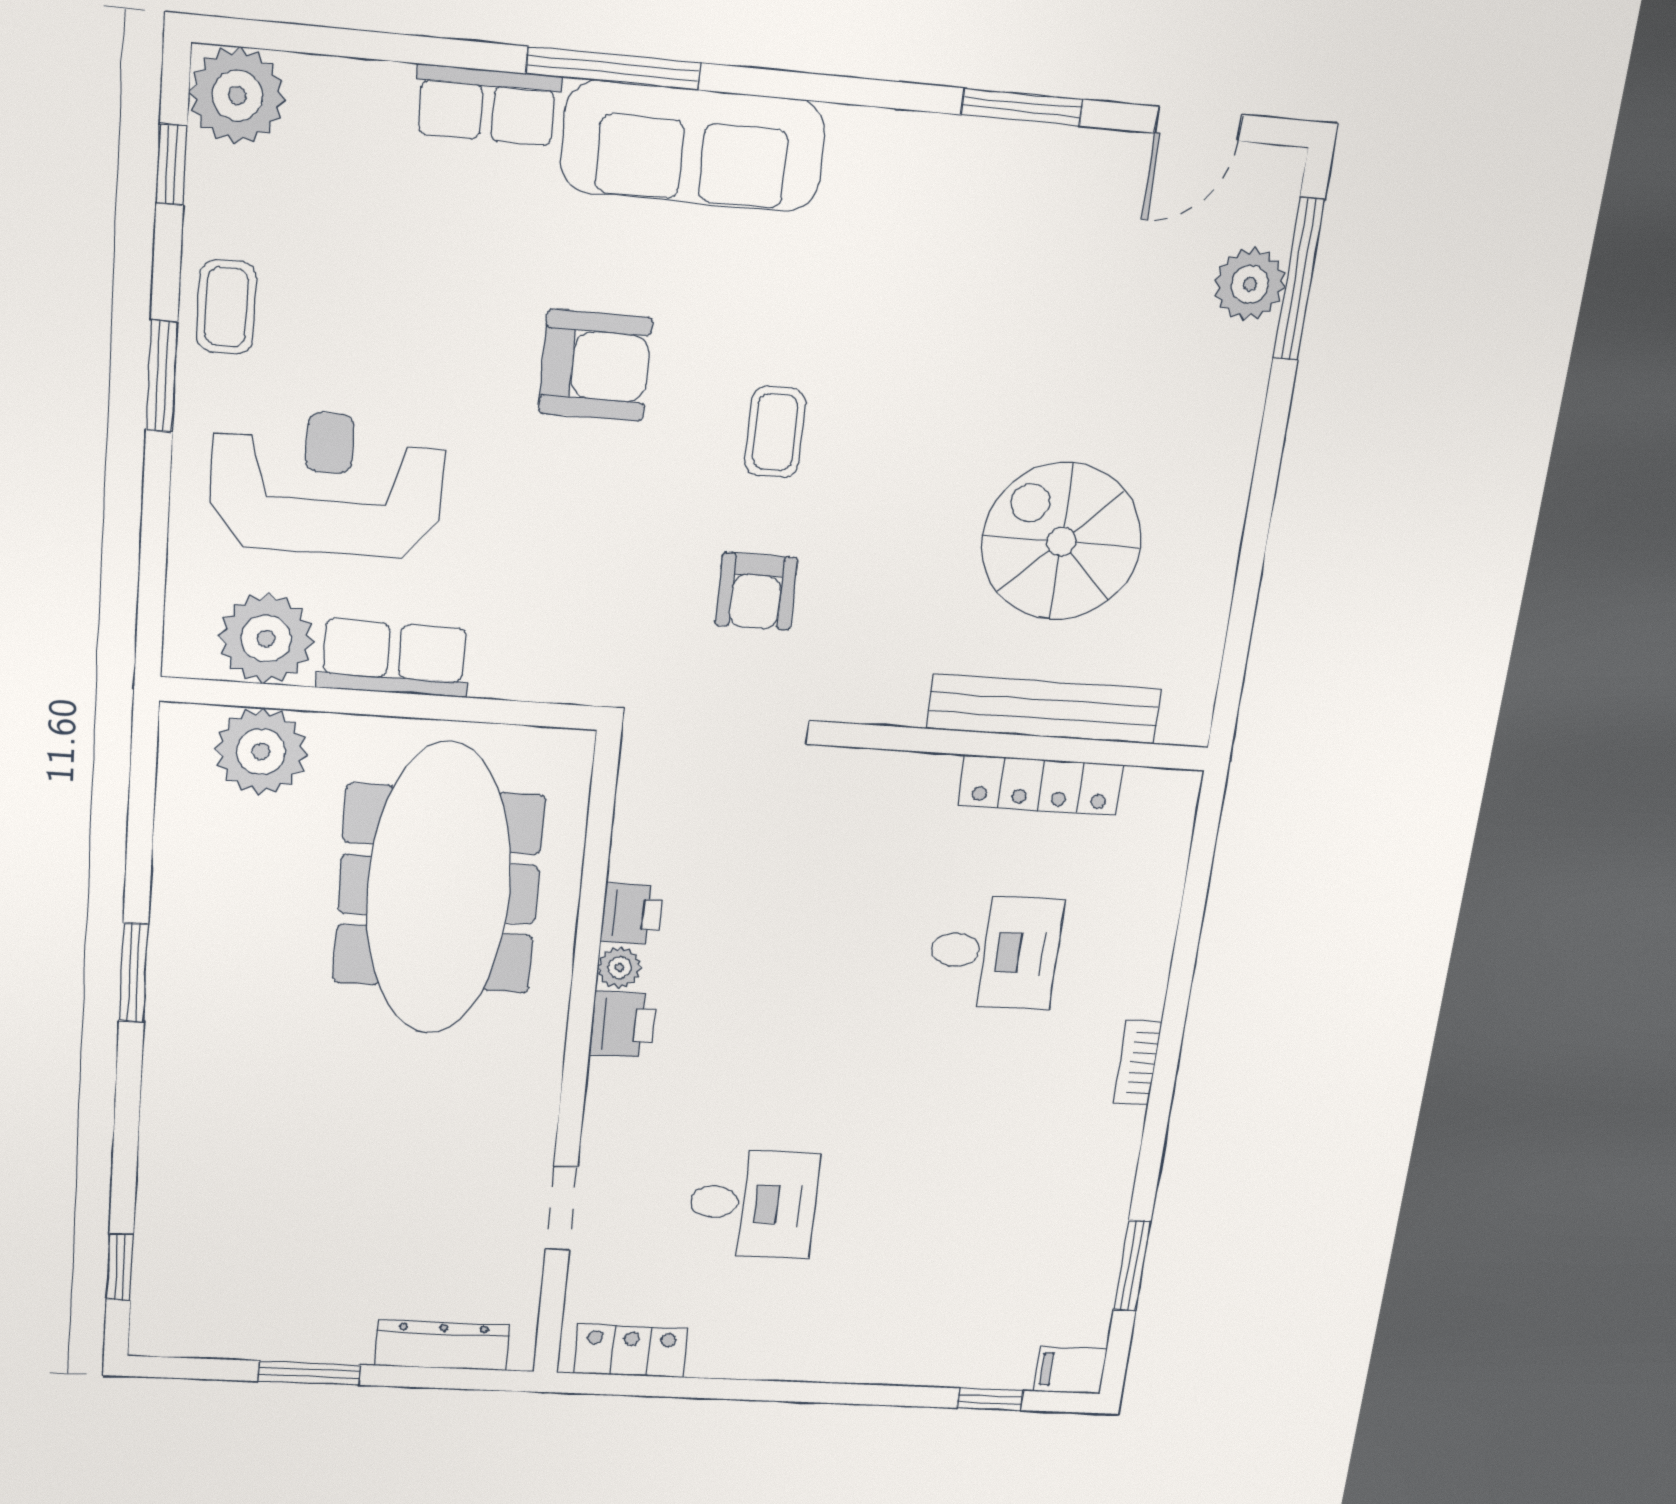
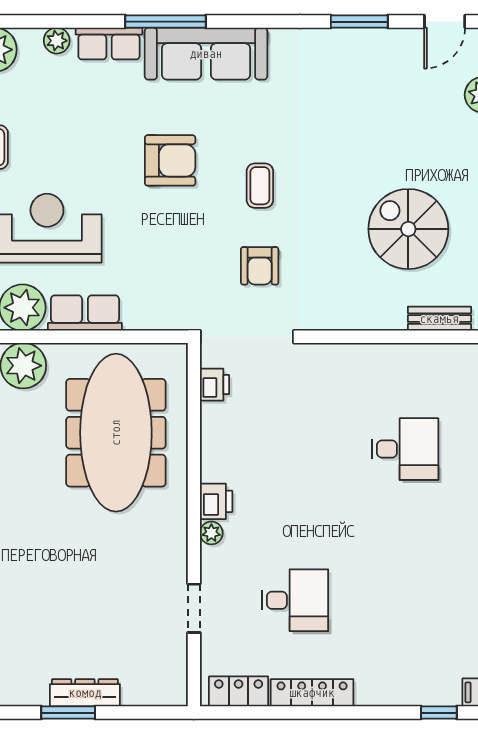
plant: (374, 88) -> (57, 41), added
bench: (1044, 709) -> (439, 319), width x0.54, depth x0.82
locker: (1041, 785) -> (312, 693), moved, turned 180
printer: (631, 914) -> (215, 385), moved
plant: (620, 968) -> (211, 533), moved
dresser: (442, 1346) -> (85, 693), moved

